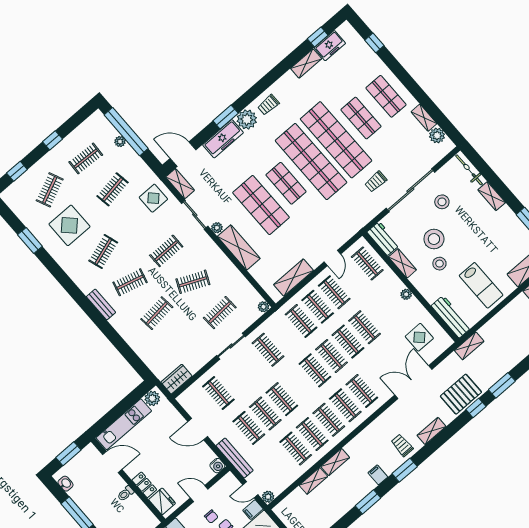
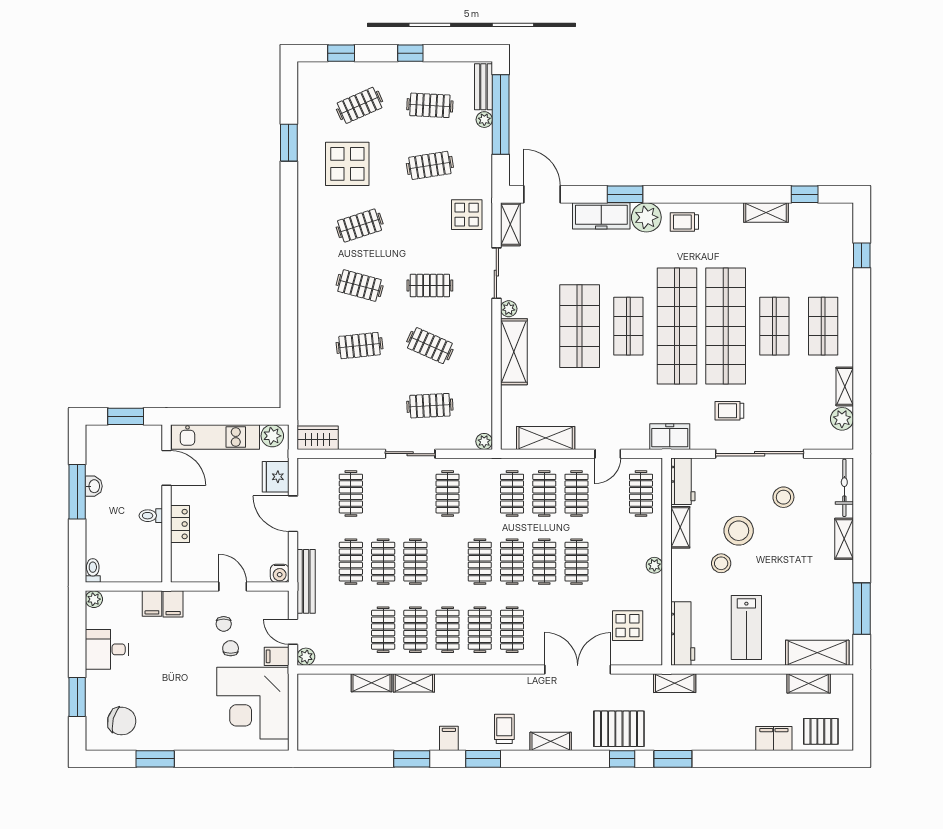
freezer: (330, 46) -> (670, 437), moved, turned 180
bench: (101, 304) -> (483, 87), moved
washbasin: (66, 484) -> (94, 486), moved
fridge: (162, 501) -> (276, 477), moved, turned 180

